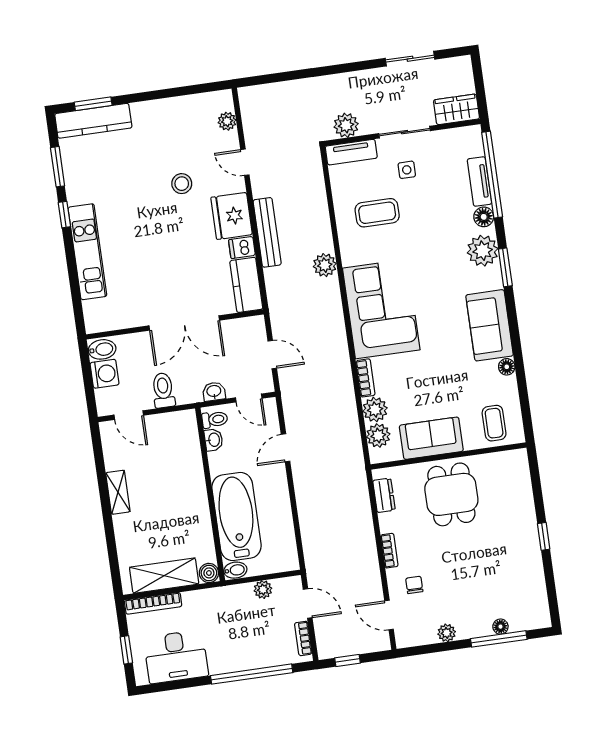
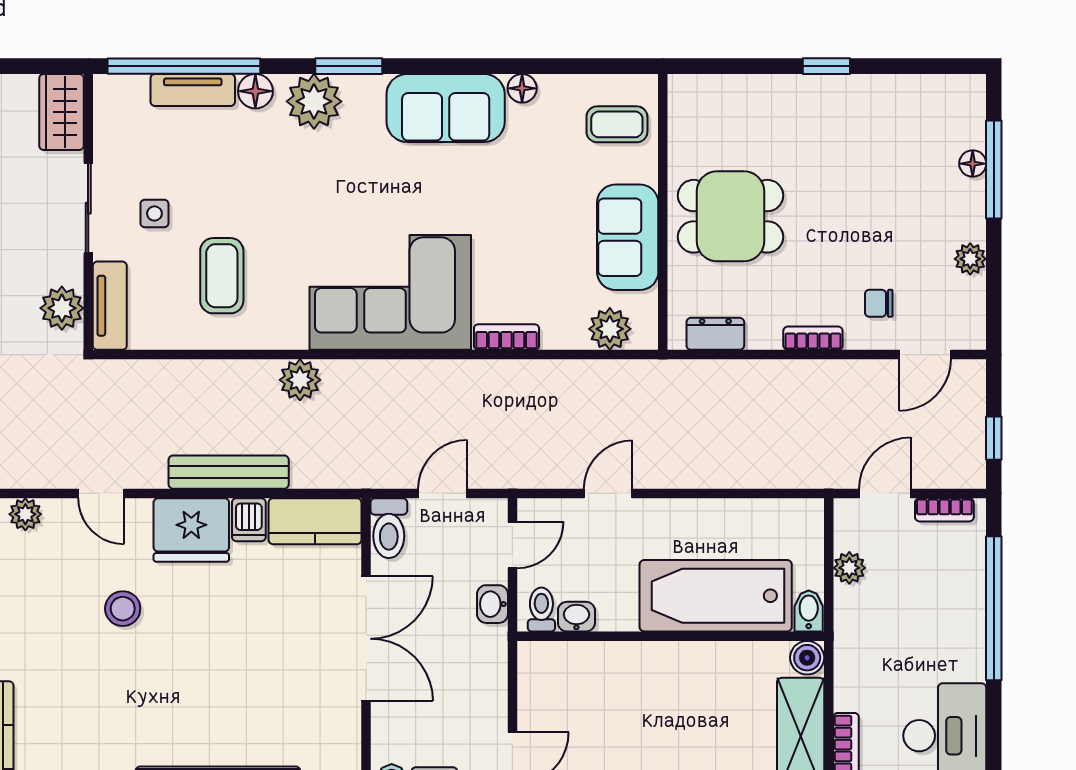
door: (245, 162) -> (101, 493), hinge flipped
toilet: (163, 390) -> (389, 528), moved, turned -90
plant: (375, 410) -> (564, 328), removed
door: (285, 448) -> (608, 493), swing flipped

